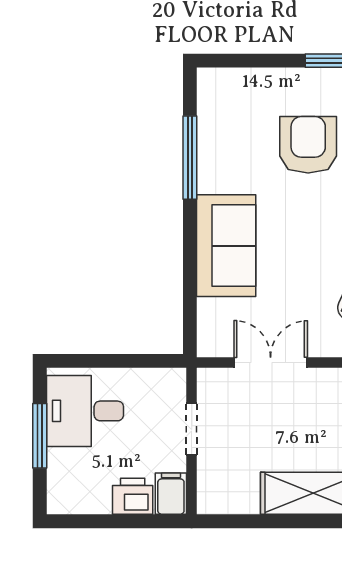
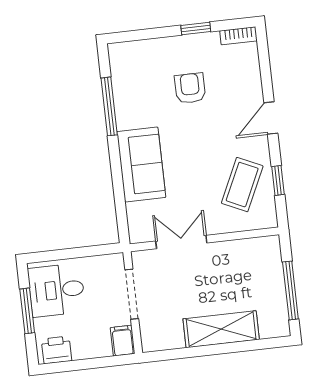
armchair: (308, 145) -> (190, 88), width x0.72, depth x0.72
doorway: (192, 429) -> (132, 294), width x1.38
printer: (133, 496) -> (57, 350), moved

